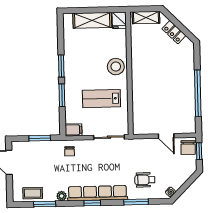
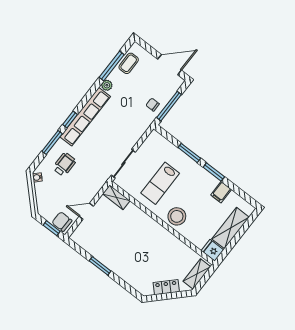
window: (198, 93) -> (100, 266), width x0.47
lab bench: (101, 99) -> (160, 183), turned 180
shelving: (138, 122) -> (116, 197), added
filing cabinet: (73, 130) -> (221, 192), moved
window: (40, 138) -> (169, 106), width x1.44
chair: (70, 151) -> (153, 105), moved
window: (92, 203) -> (70, 119), moved
window: (45, 204) -> (112, 66), width x1.44

